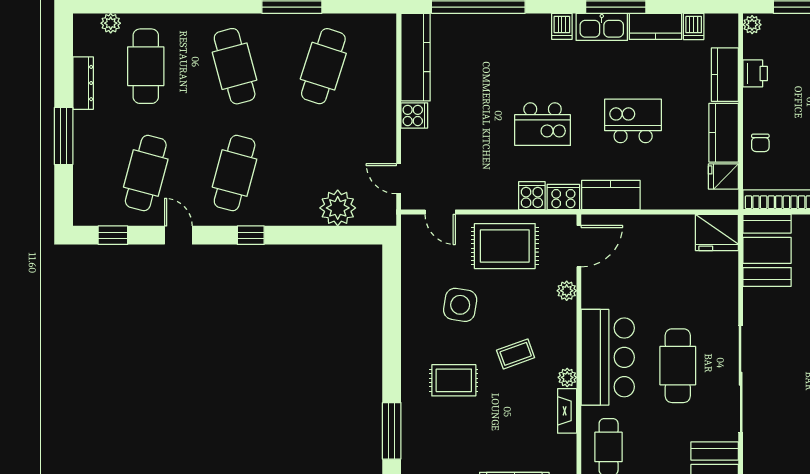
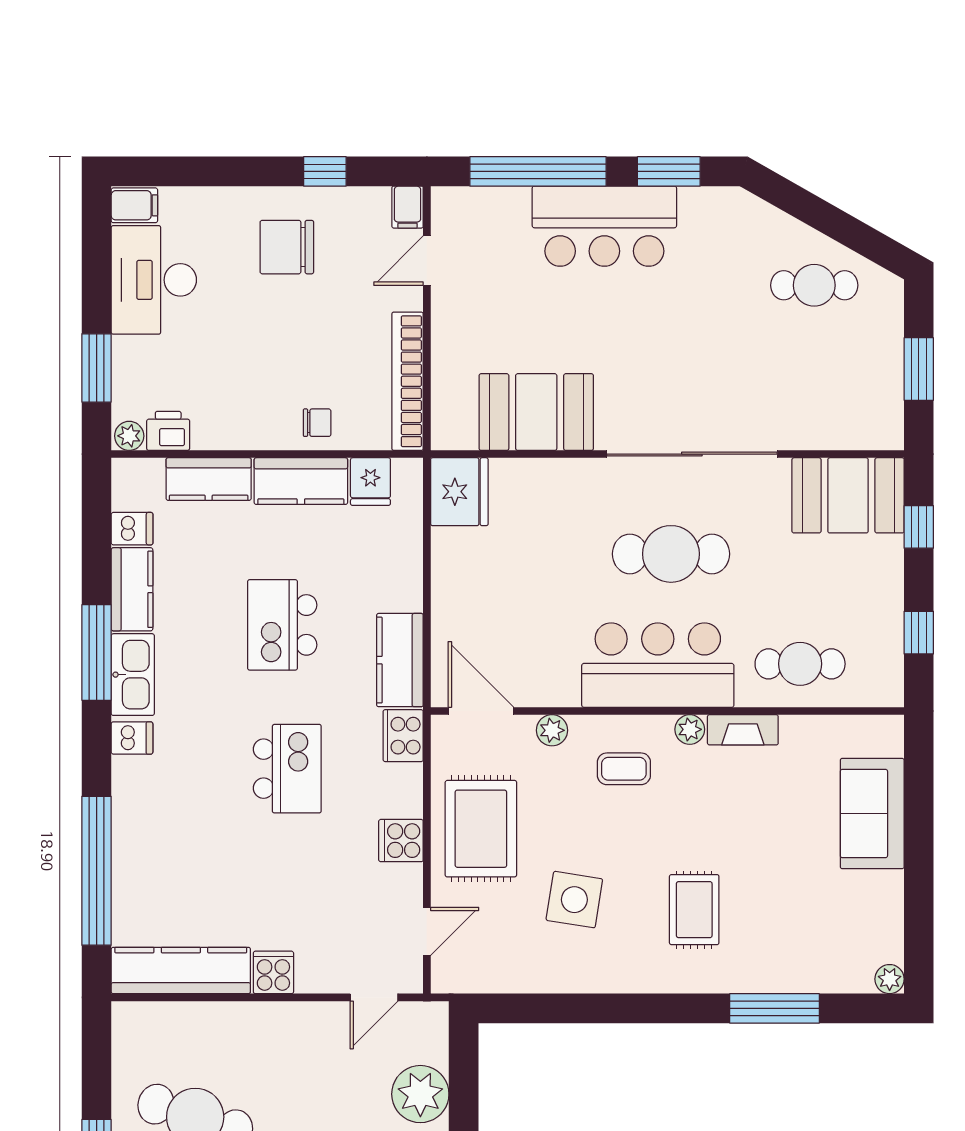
printer: (755, 73) -> (168, 431), moved
cooker: (532, 196) -> (401, 841), moved
booth: (767, 250) -> (536, 412), moved
coffee table: (516, 354) -> (624, 769), moved, turned -70

